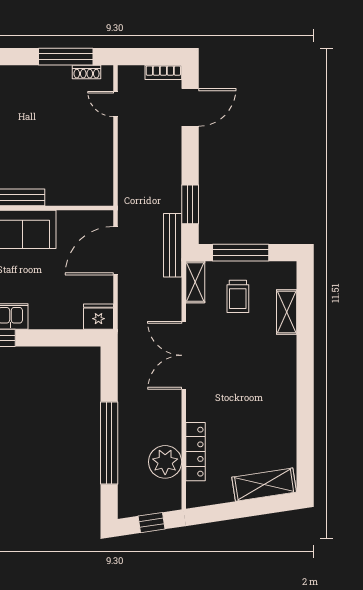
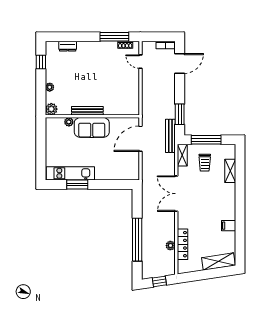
fridge: (98, 317) -> (131, 173), removed
filing cabinet: (283, 416) -> (229, 226), added
plant: (165, 462) -> (170, 246), width x0.53, depth x0.53

